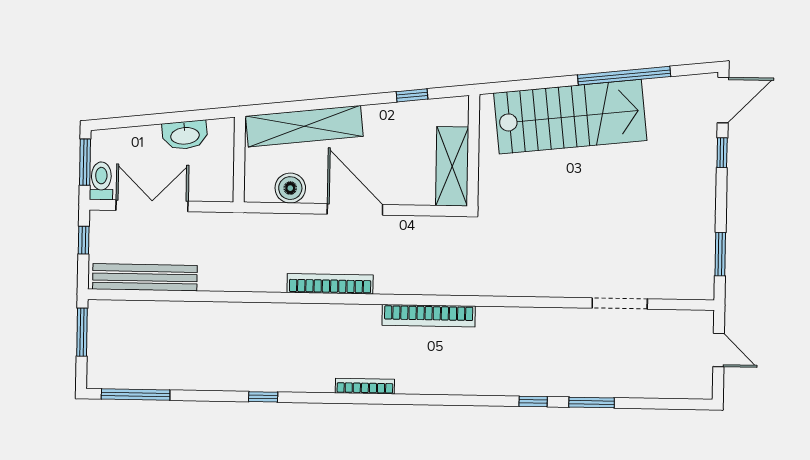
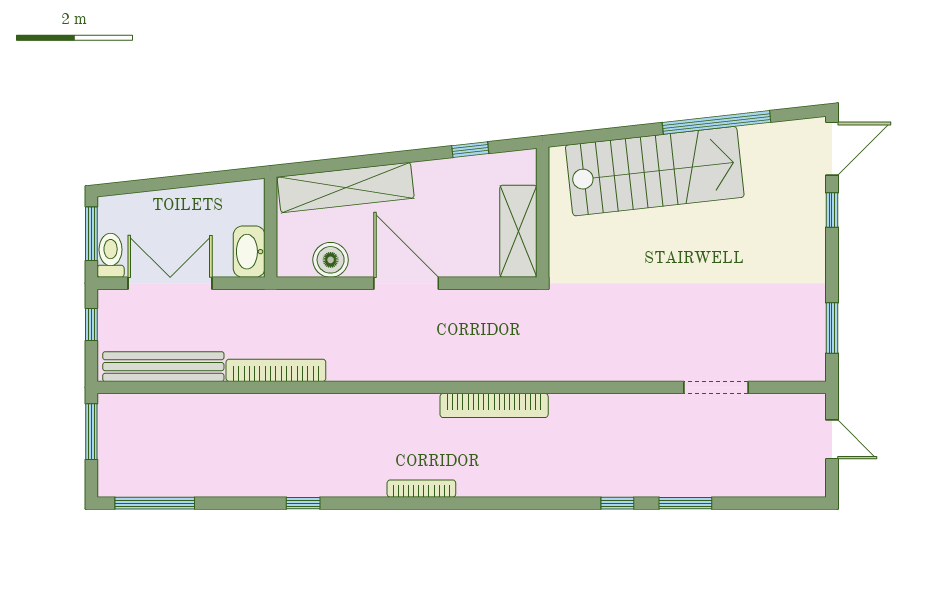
washbasin: (185, 135) -> (249, 252), moved, turned 96
bookcase: (330, 284) -> (276, 370), moved

